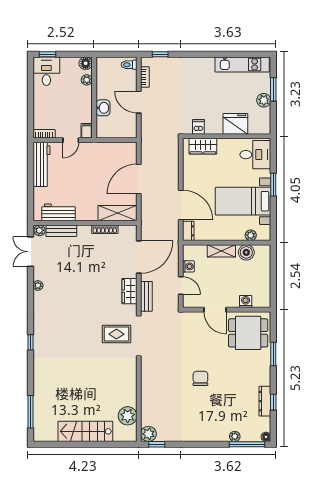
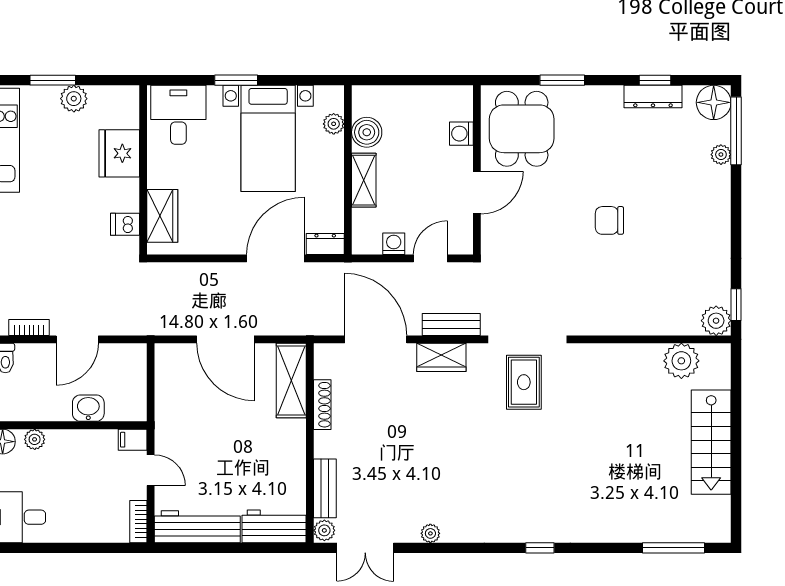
workbench: (58, 212) -> (274, 526), moved, turned 90
floor lamp: (266, 437) -> (714, 102), width x1.89, depth x1.89

